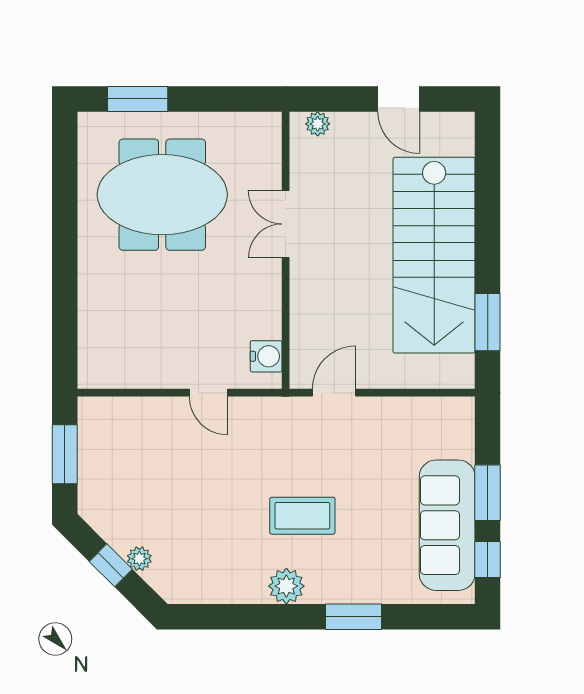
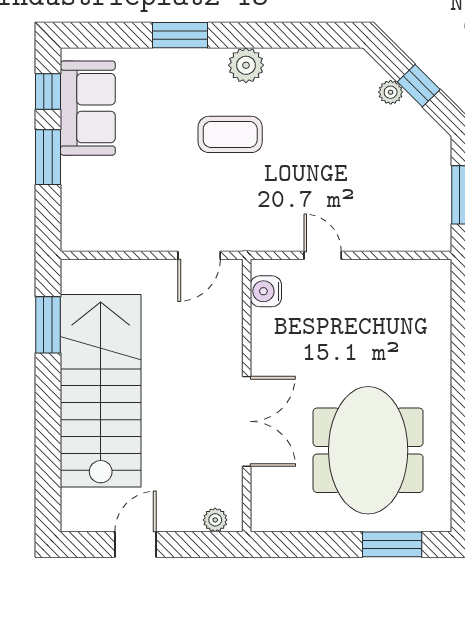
door: (399, 99) -> (136, 544), hinge flipped
meeting table: (162, 195) -> (368, 450), turned 90
double door: (286, 224) -> (247, 421), width x1.37
sofa: (447, 525) -> (88, 108), width x0.73

